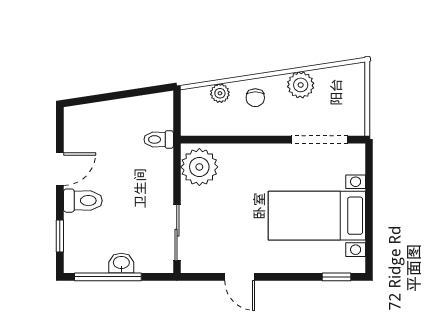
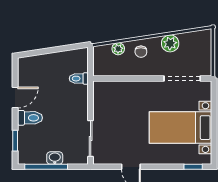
plant: (199, 167) -> (105, 96), removed

